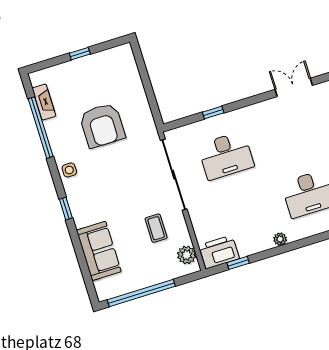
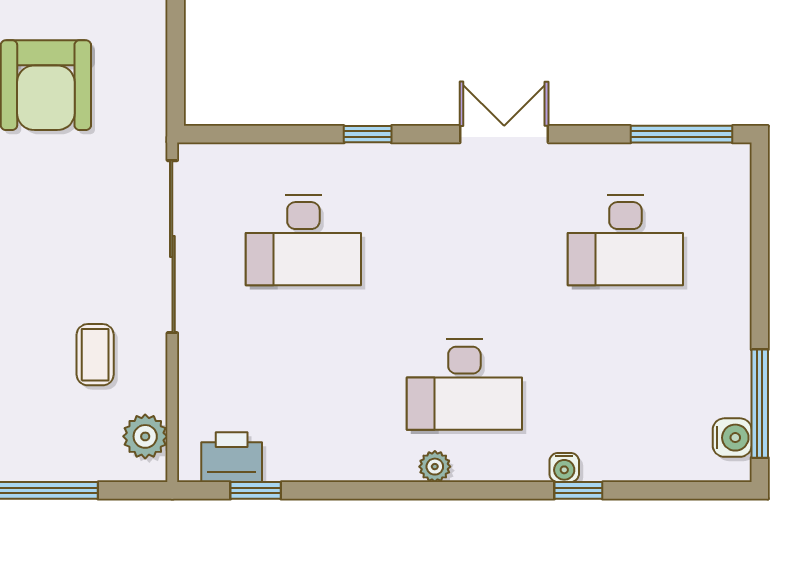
window: (213, 113) -> (368, 134), moved
plant: (280, 239) -> (435, 467), moved
printer: (219, 252) -> (232, 457), width x0.73, depth x0.84

